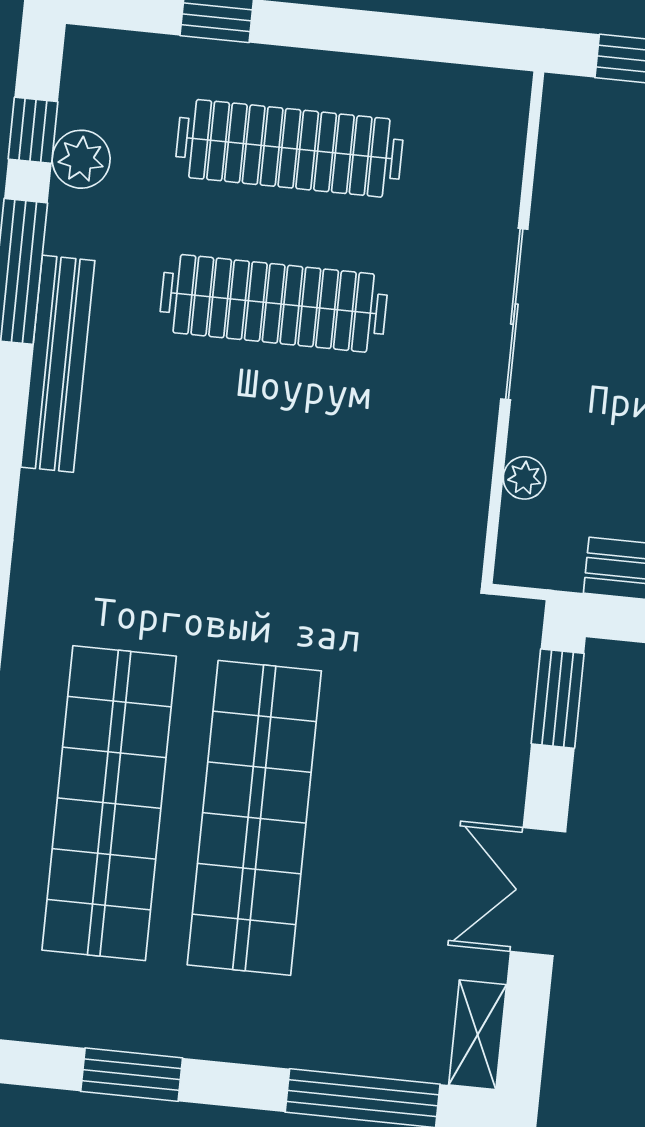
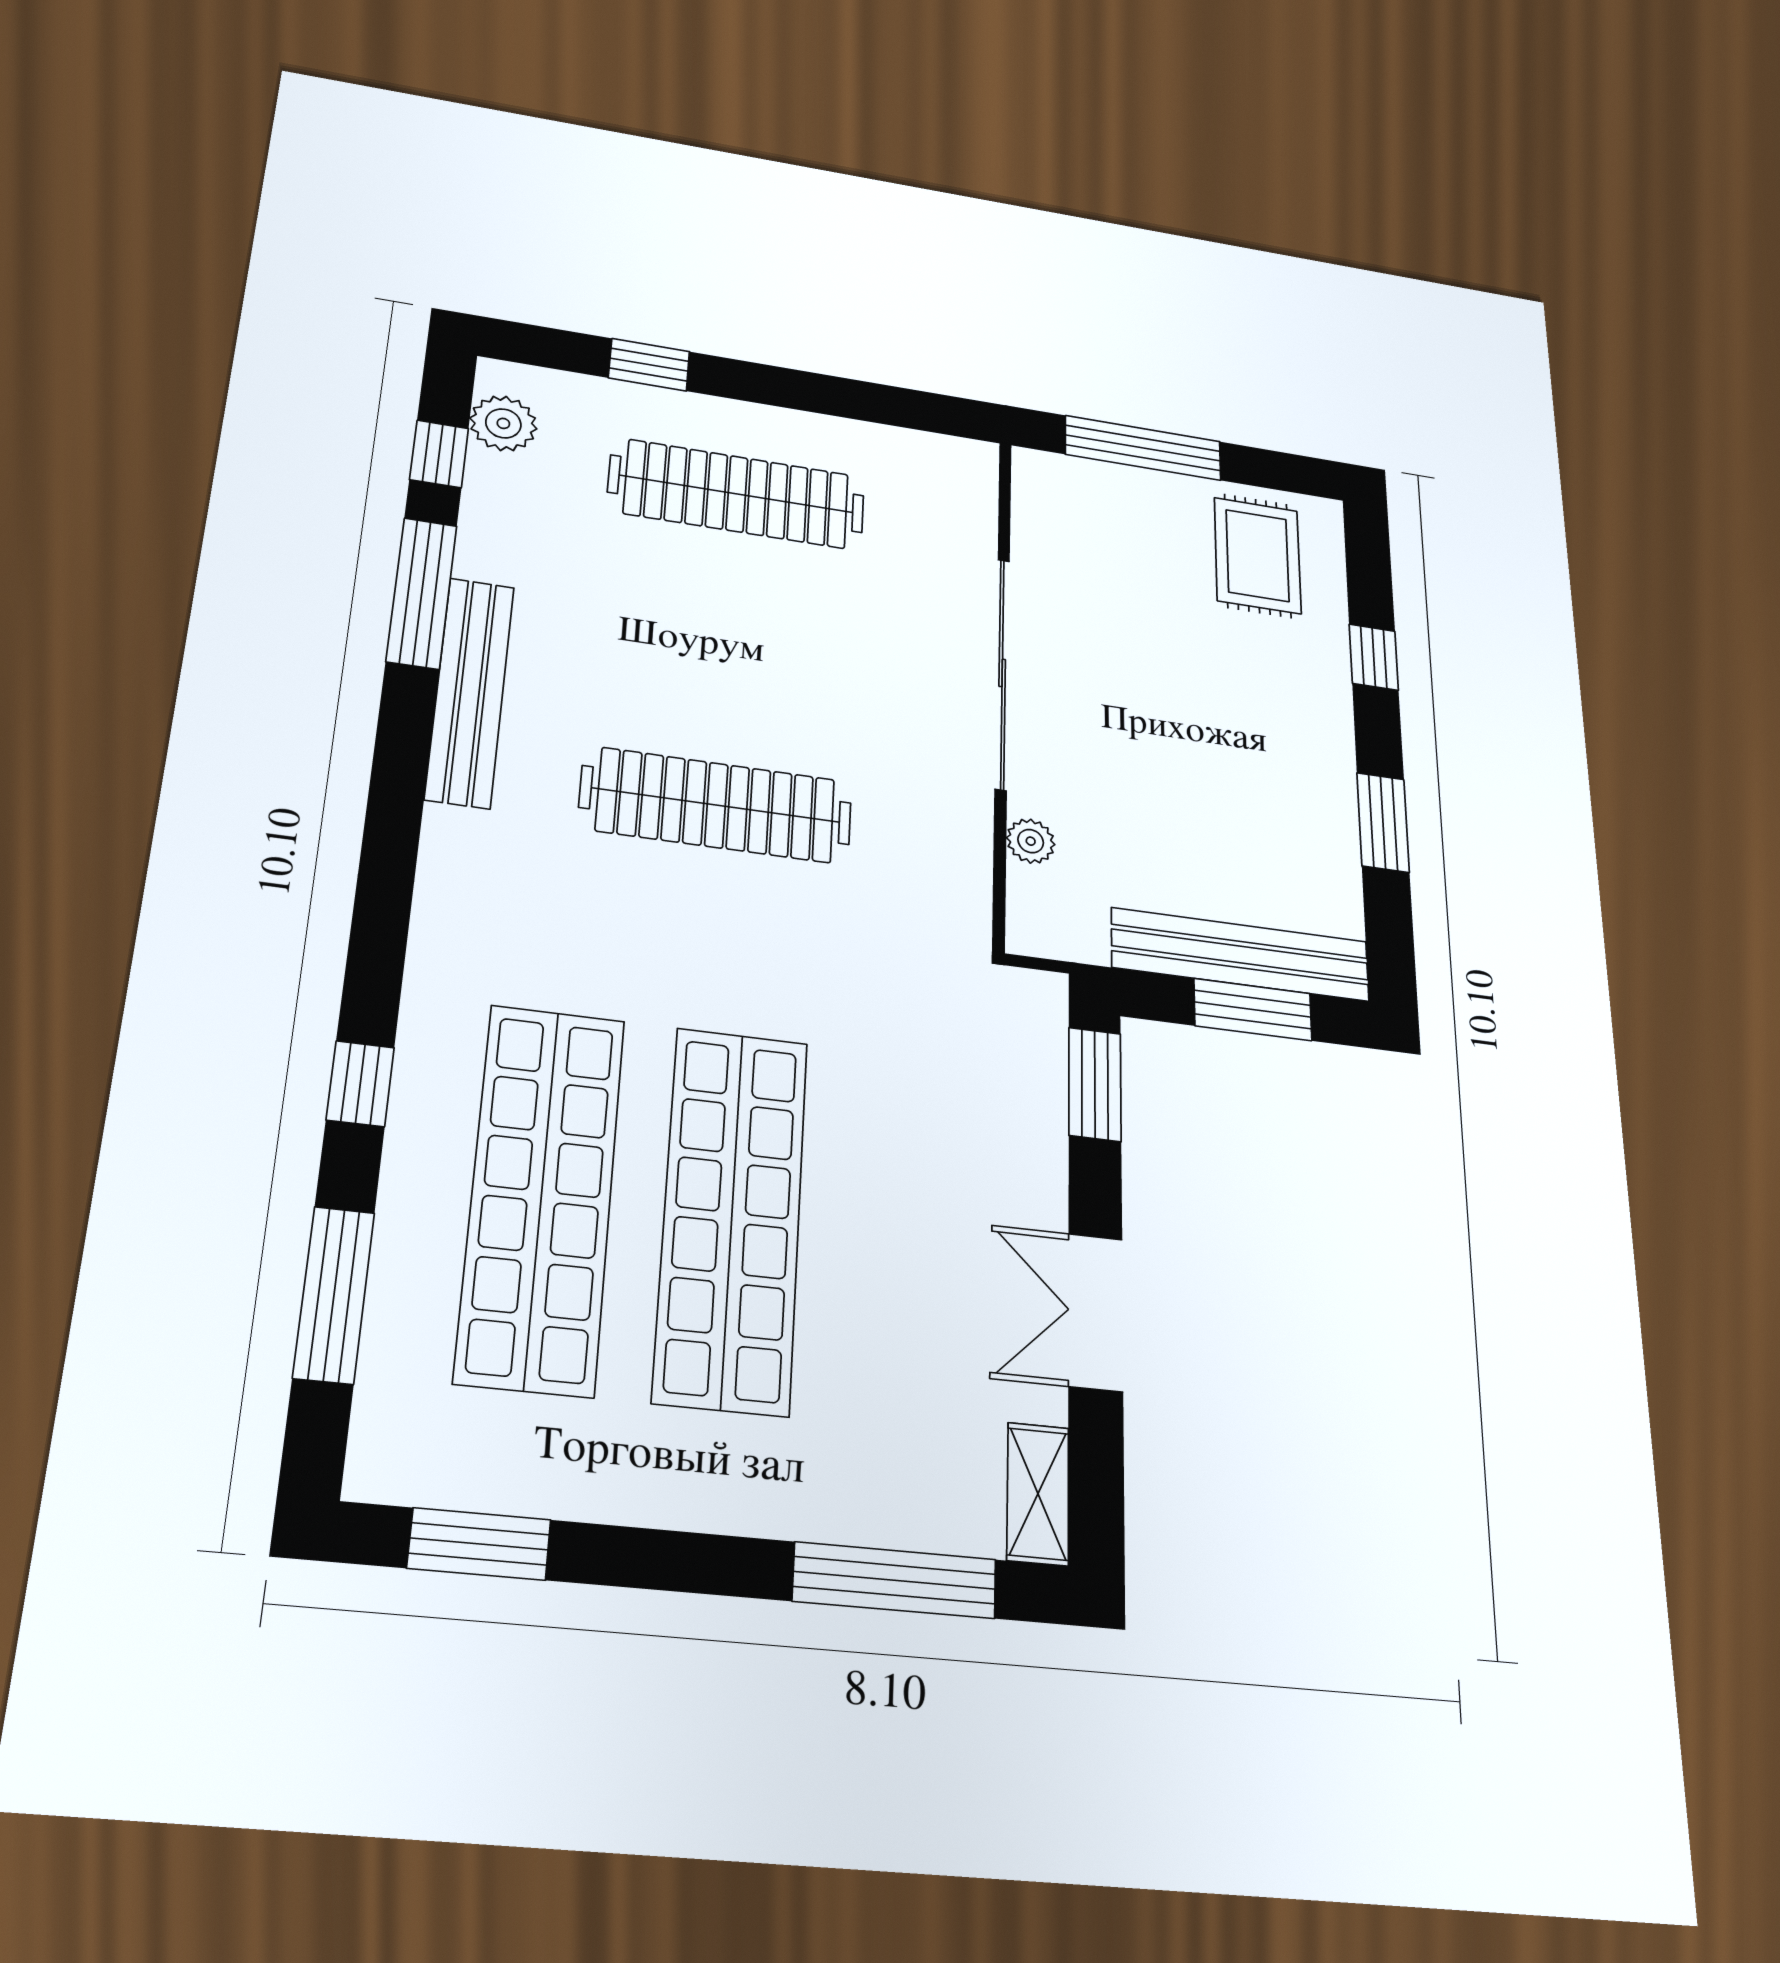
plant: (81, 159) -> (503, 423), moved
clothes rail: (274, 303) -> (716, 805), moved
sliding door: (514, 314) -> (1002, 673), width x1.36
window: (132, 1075) -> (479, 1544), moved

